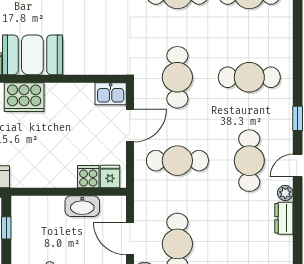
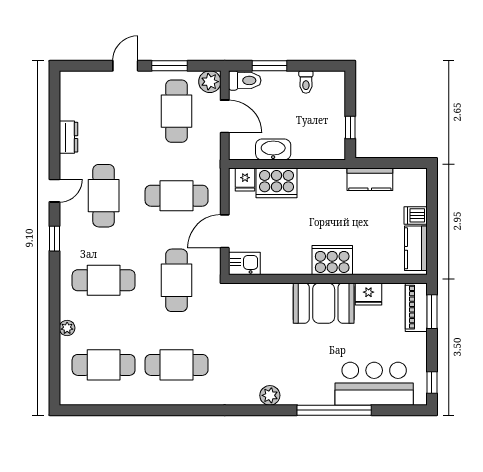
cooker: (88, 177) -> (276, 183), width x1.87, depth x1.31
plant: (285, 193) -> (67, 328), moved

